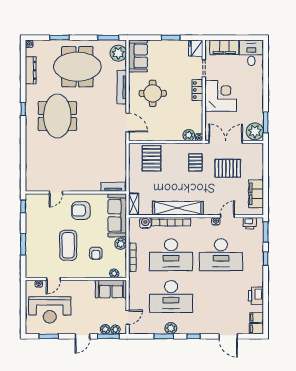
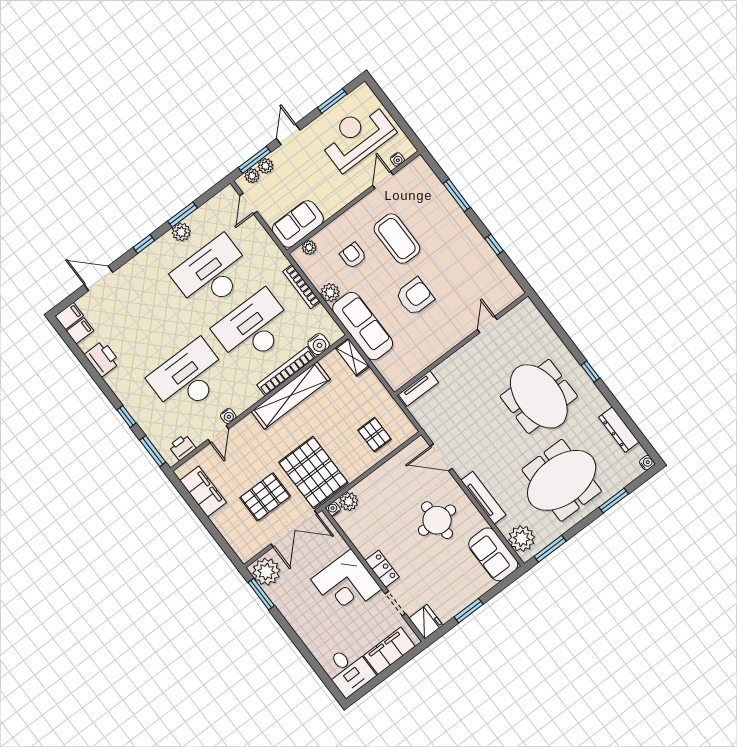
pallet: (151, 158) -> (375, 435), width x0.67, depth x0.71
pallet: (195, 162) -> (313, 472), width x2.05, depth x2.00
tv unit: (113, 187) -> (418, 388), moved
door: (56, 193) -> (487, 324), moved
wall: (76, 193) -> (461, 344), moved

